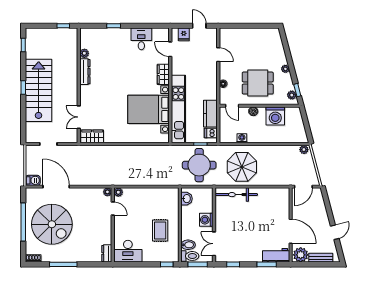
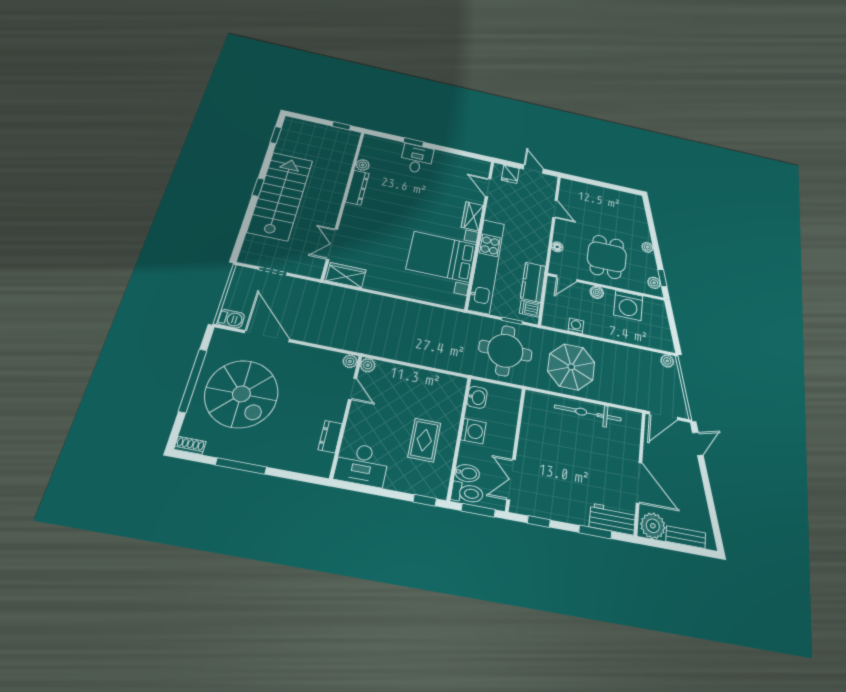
desk: (141, 39) -> (417, 159), moved
dining table: (258, 83) -> (607, 257), turned 90
door: (232, 106) -> (567, 278), hinge flipped
bicycle: (236, 195) -> (588, 413), moved
washing machine: (206, 220) -> (473, 431), moved, turned 180
door: (335, 232) -> (698, 444), moved
dresser: (107, 253) -> (330, 437), moved

